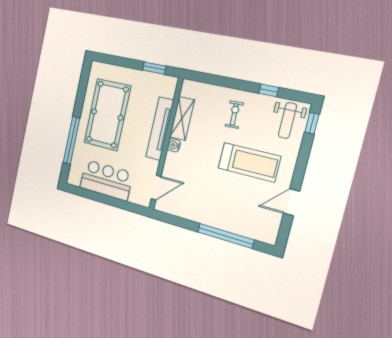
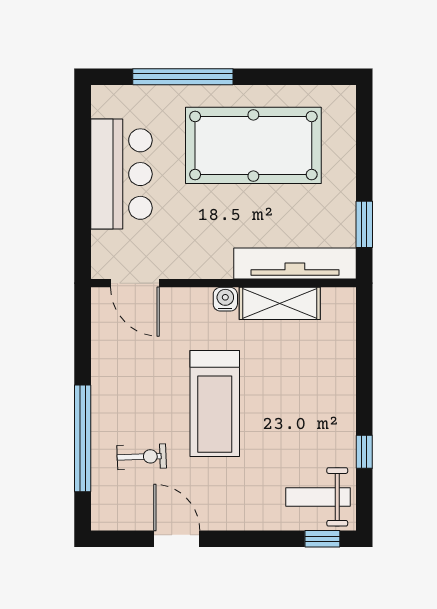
exercise bike: (234, 115) -> (142, 457), moved
tv unit: (160, 129) -> (295, 263), moved
treadmill: (249, 162) -> (215, 404), moved

